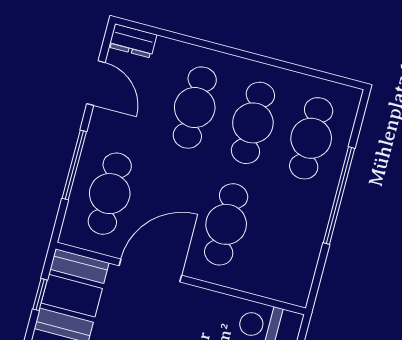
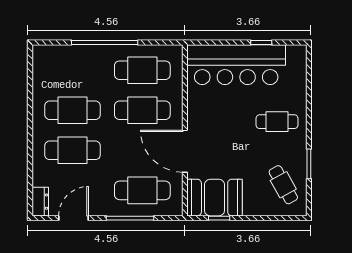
cafe table: (311, 138) -> (142, 70), moved

